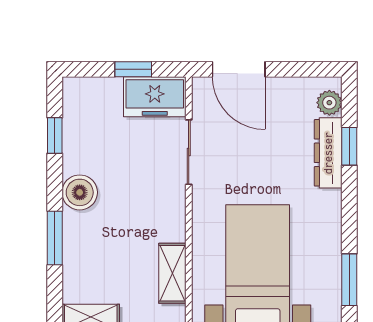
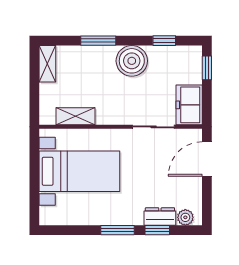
window: (133, 69) -> (207, 68), moved
dresser: (328, 153) -> (160, 217), width x0.70
boiler: (80, 192) -> (132, 61), width x1.37, depth x1.37
window: (349, 280) -> (118, 230), moved

